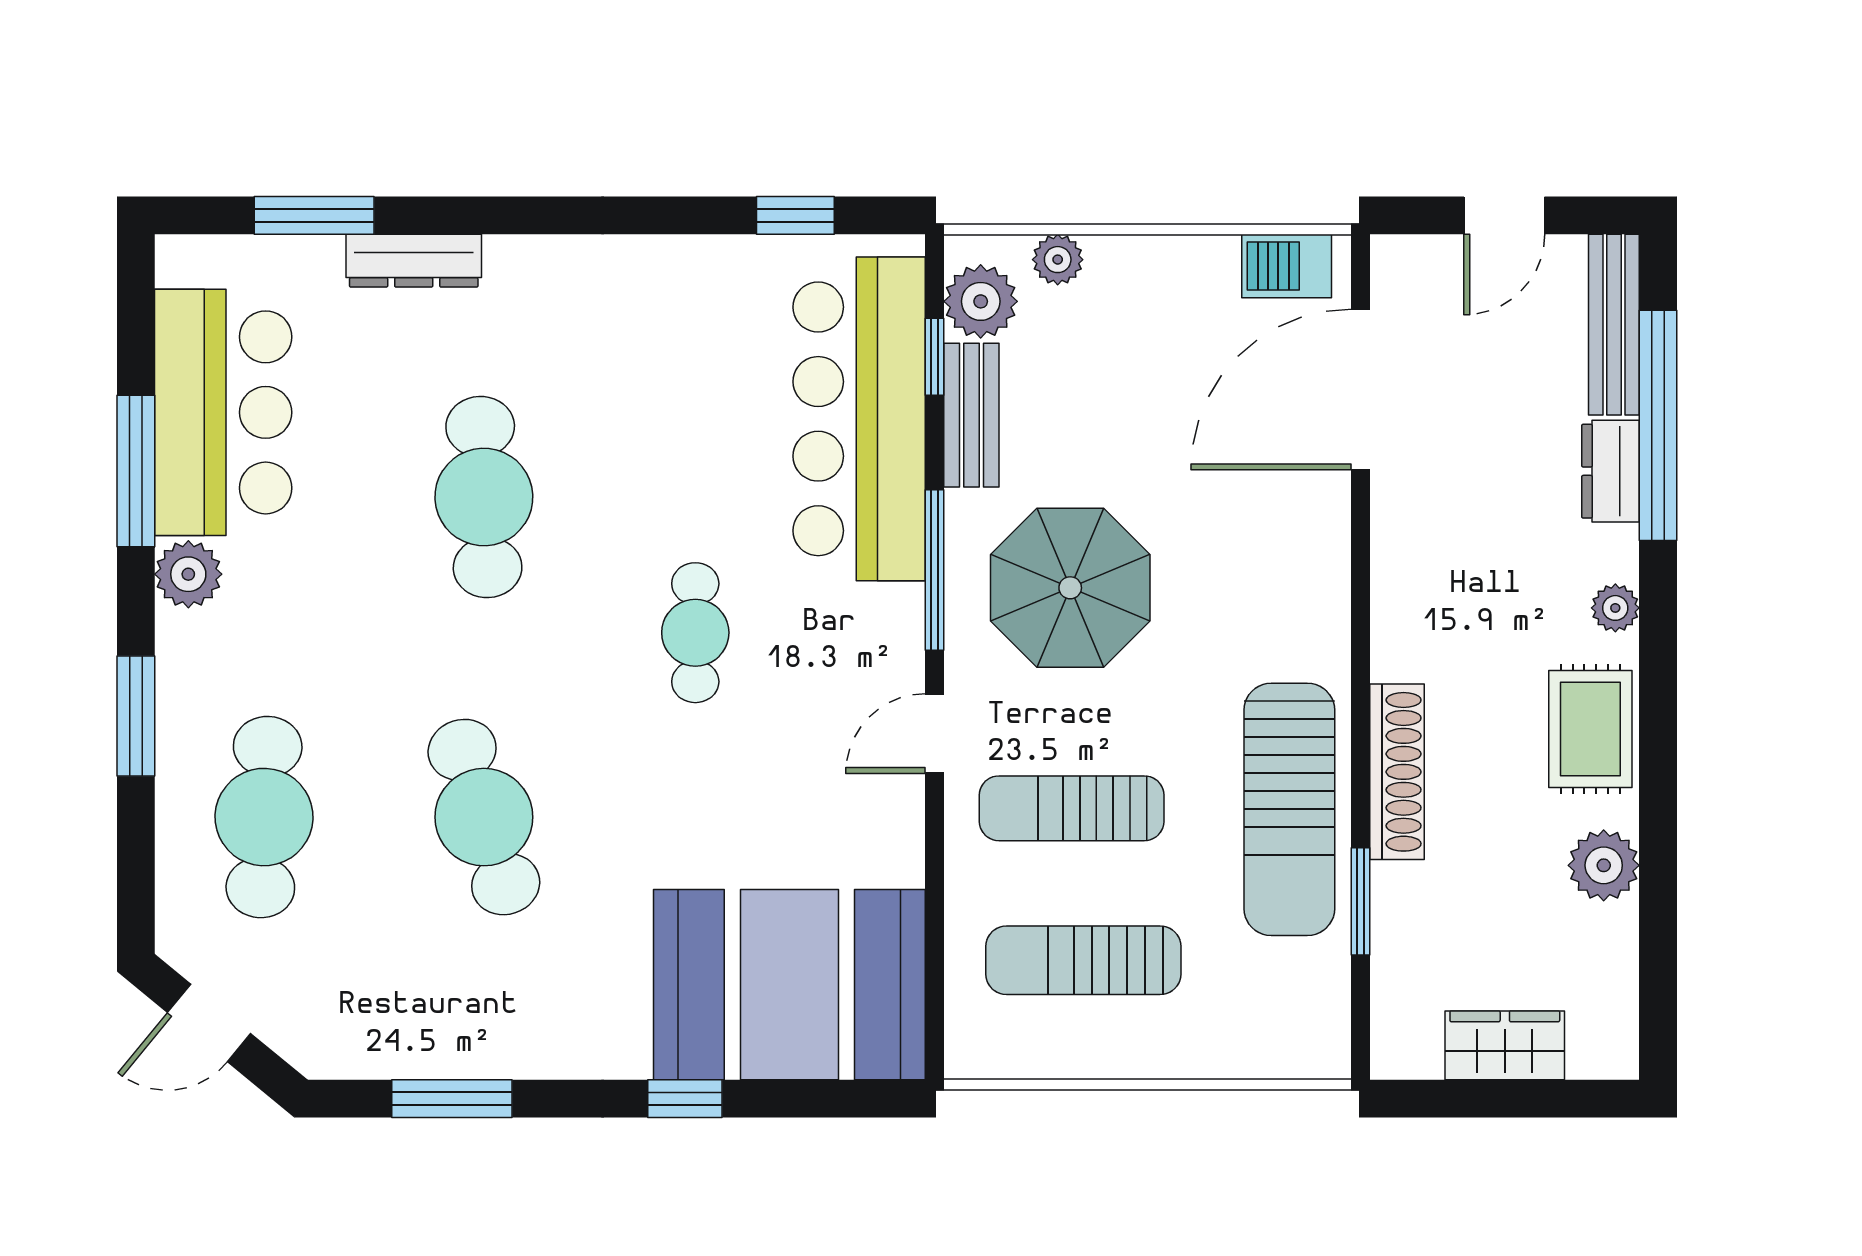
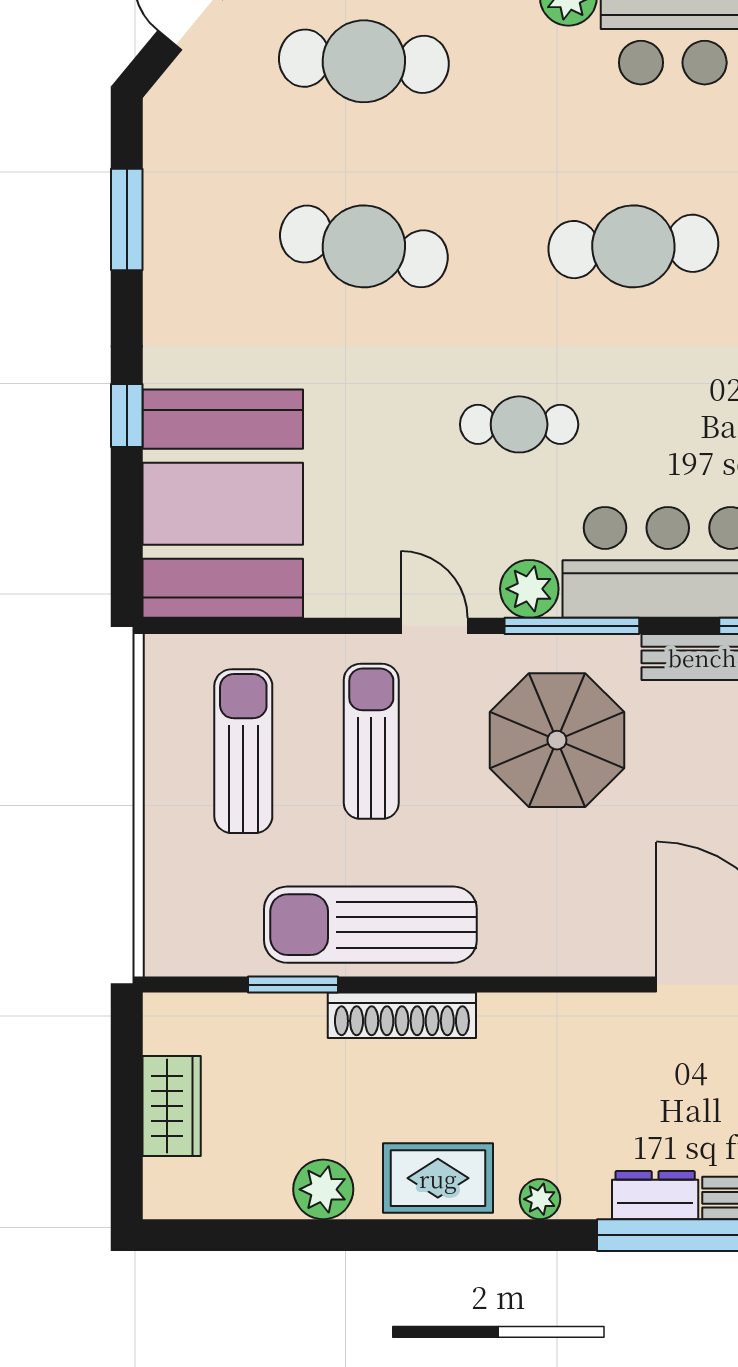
plant: (891, 621) -> (529, 589), added
cafe table: (484, 817) -> (364, 246), turned 30

